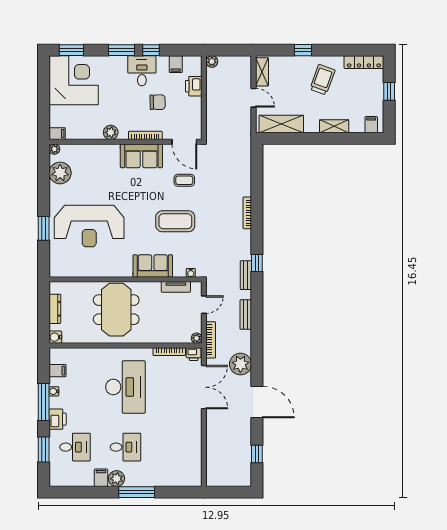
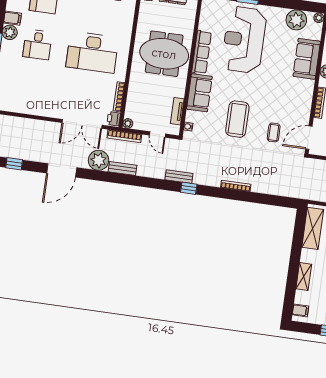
sofa: (141, 156) -> (307, 59), moved
row of seats: (109, 270) -> (202, 52), added
bench: (246, 314) -> (122, 169), moved

